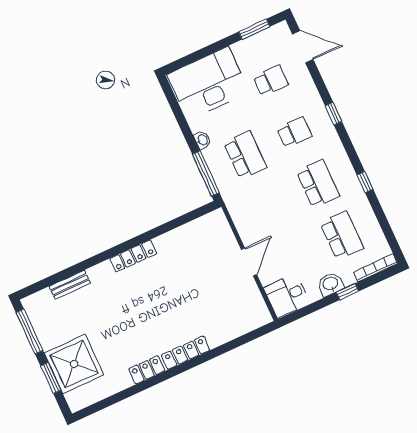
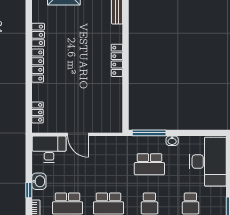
desk: (287, 296) -> (49, 149), width x1.37
locker: (245, 326) -> (38, 112), added

